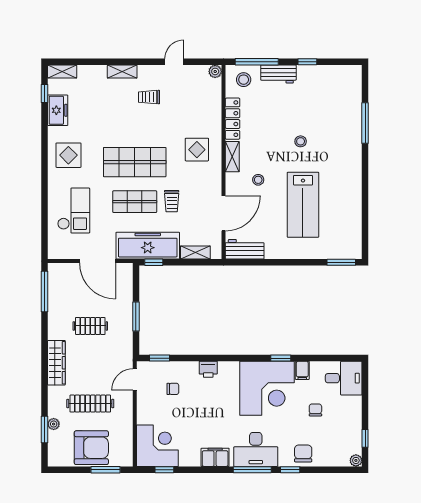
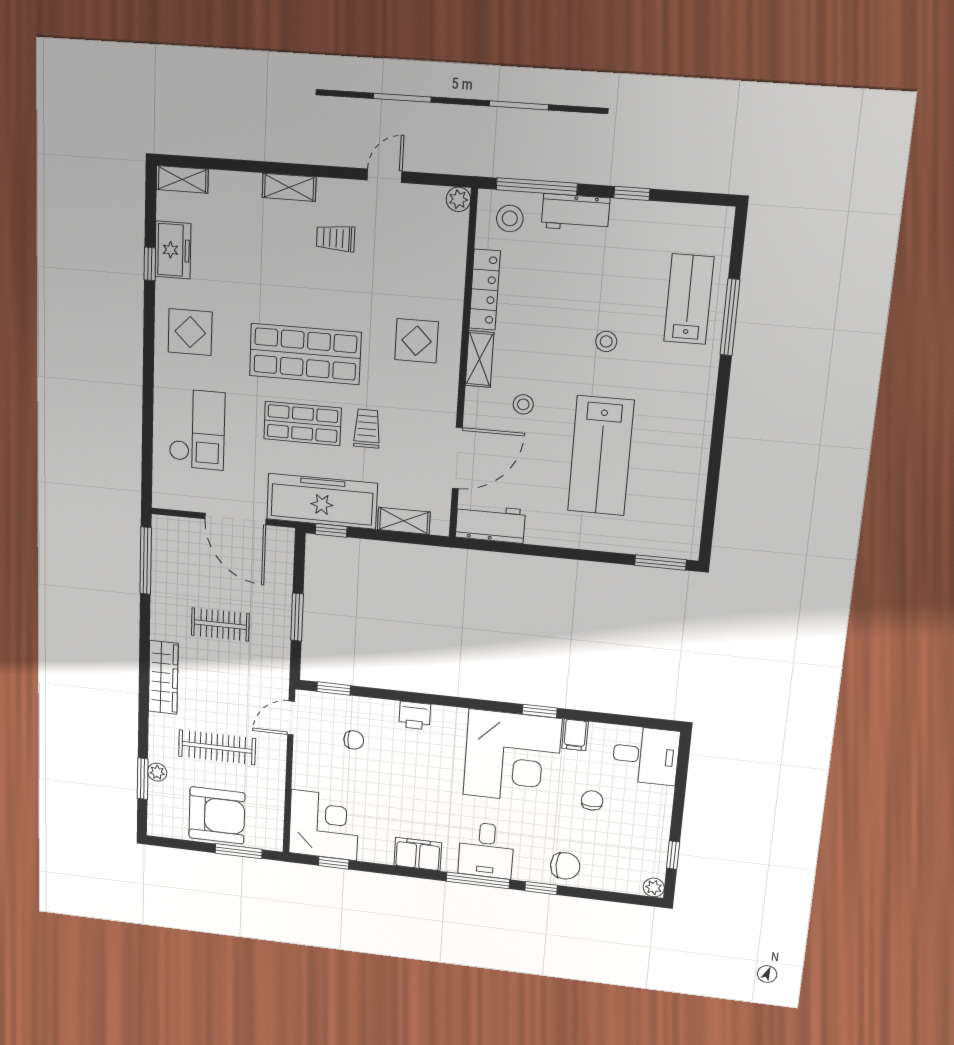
window: (45, 93) -> (150, 264), moved
lab bench: (342, 115) -> (689, 299), added
trolley: (172, 201) -> (367, 429), turned 180
desk: (256, 449) -> (486, 850), width x0.73
chair: (303, 453) -> (565, 866), turned 90

